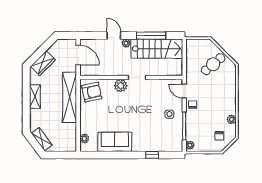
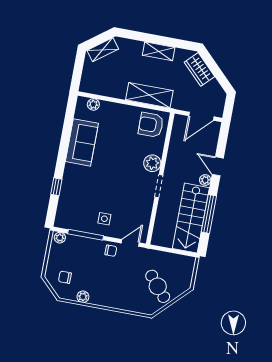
door: (114, 36) -> (218, 166), swing flipped
armchair: (92, 92) -> (151, 125), turned 102
shelving: (70, 97) -> (149, 95), width x0.68

